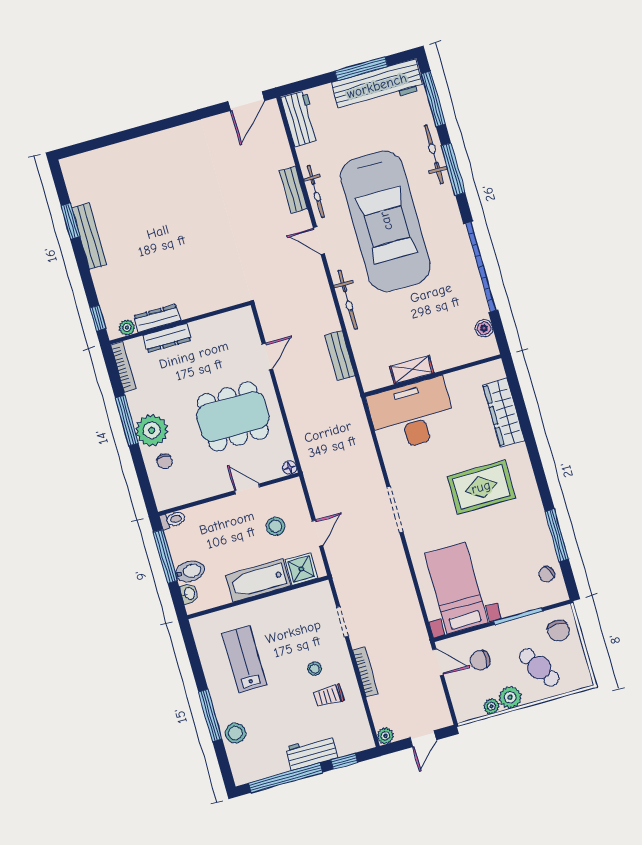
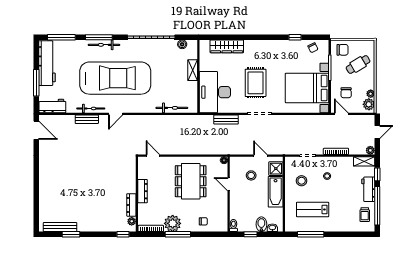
window: (361, 69) -> (36, 83), moved
bicycle: (434, 154) -> (104, 45), moved
bench: (89, 236) -> (60, 227), moved
bicycle: (348, 300) -> (172, 108), moved
dresser: (167, 338) -> (142, 191), moved
door: (267, 356) -> (153, 156), moved
bench: (340, 356) -> (226, 120), moved
shelving: (412, 370) -> (193, 70), moved
plant: (152, 430) -> (173, 223), moved
rug: (481, 487) -> (256, 83), moved
door: (247, 489) -> (229, 184), hinge flipped
window: (557, 535) -> (295, 37), width x0.46
window: (165, 556) -> (251, 234), width x0.46
bed with nightstands: (456, 588) -> (307, 88), width x1.36
door: (438, 662) -> (341, 114), hinge flipped
trolley: (329, 696) -> (365, 215), moved
plant: (510, 697) -> (369, 104), moved
window: (210, 715) -> (311, 234), moved
shelving: (361, 730) -> (364, 161), added
stool: (235, 733) -> (302, 181), moved
door: (423, 739) -> (377, 132), hinge flipped

